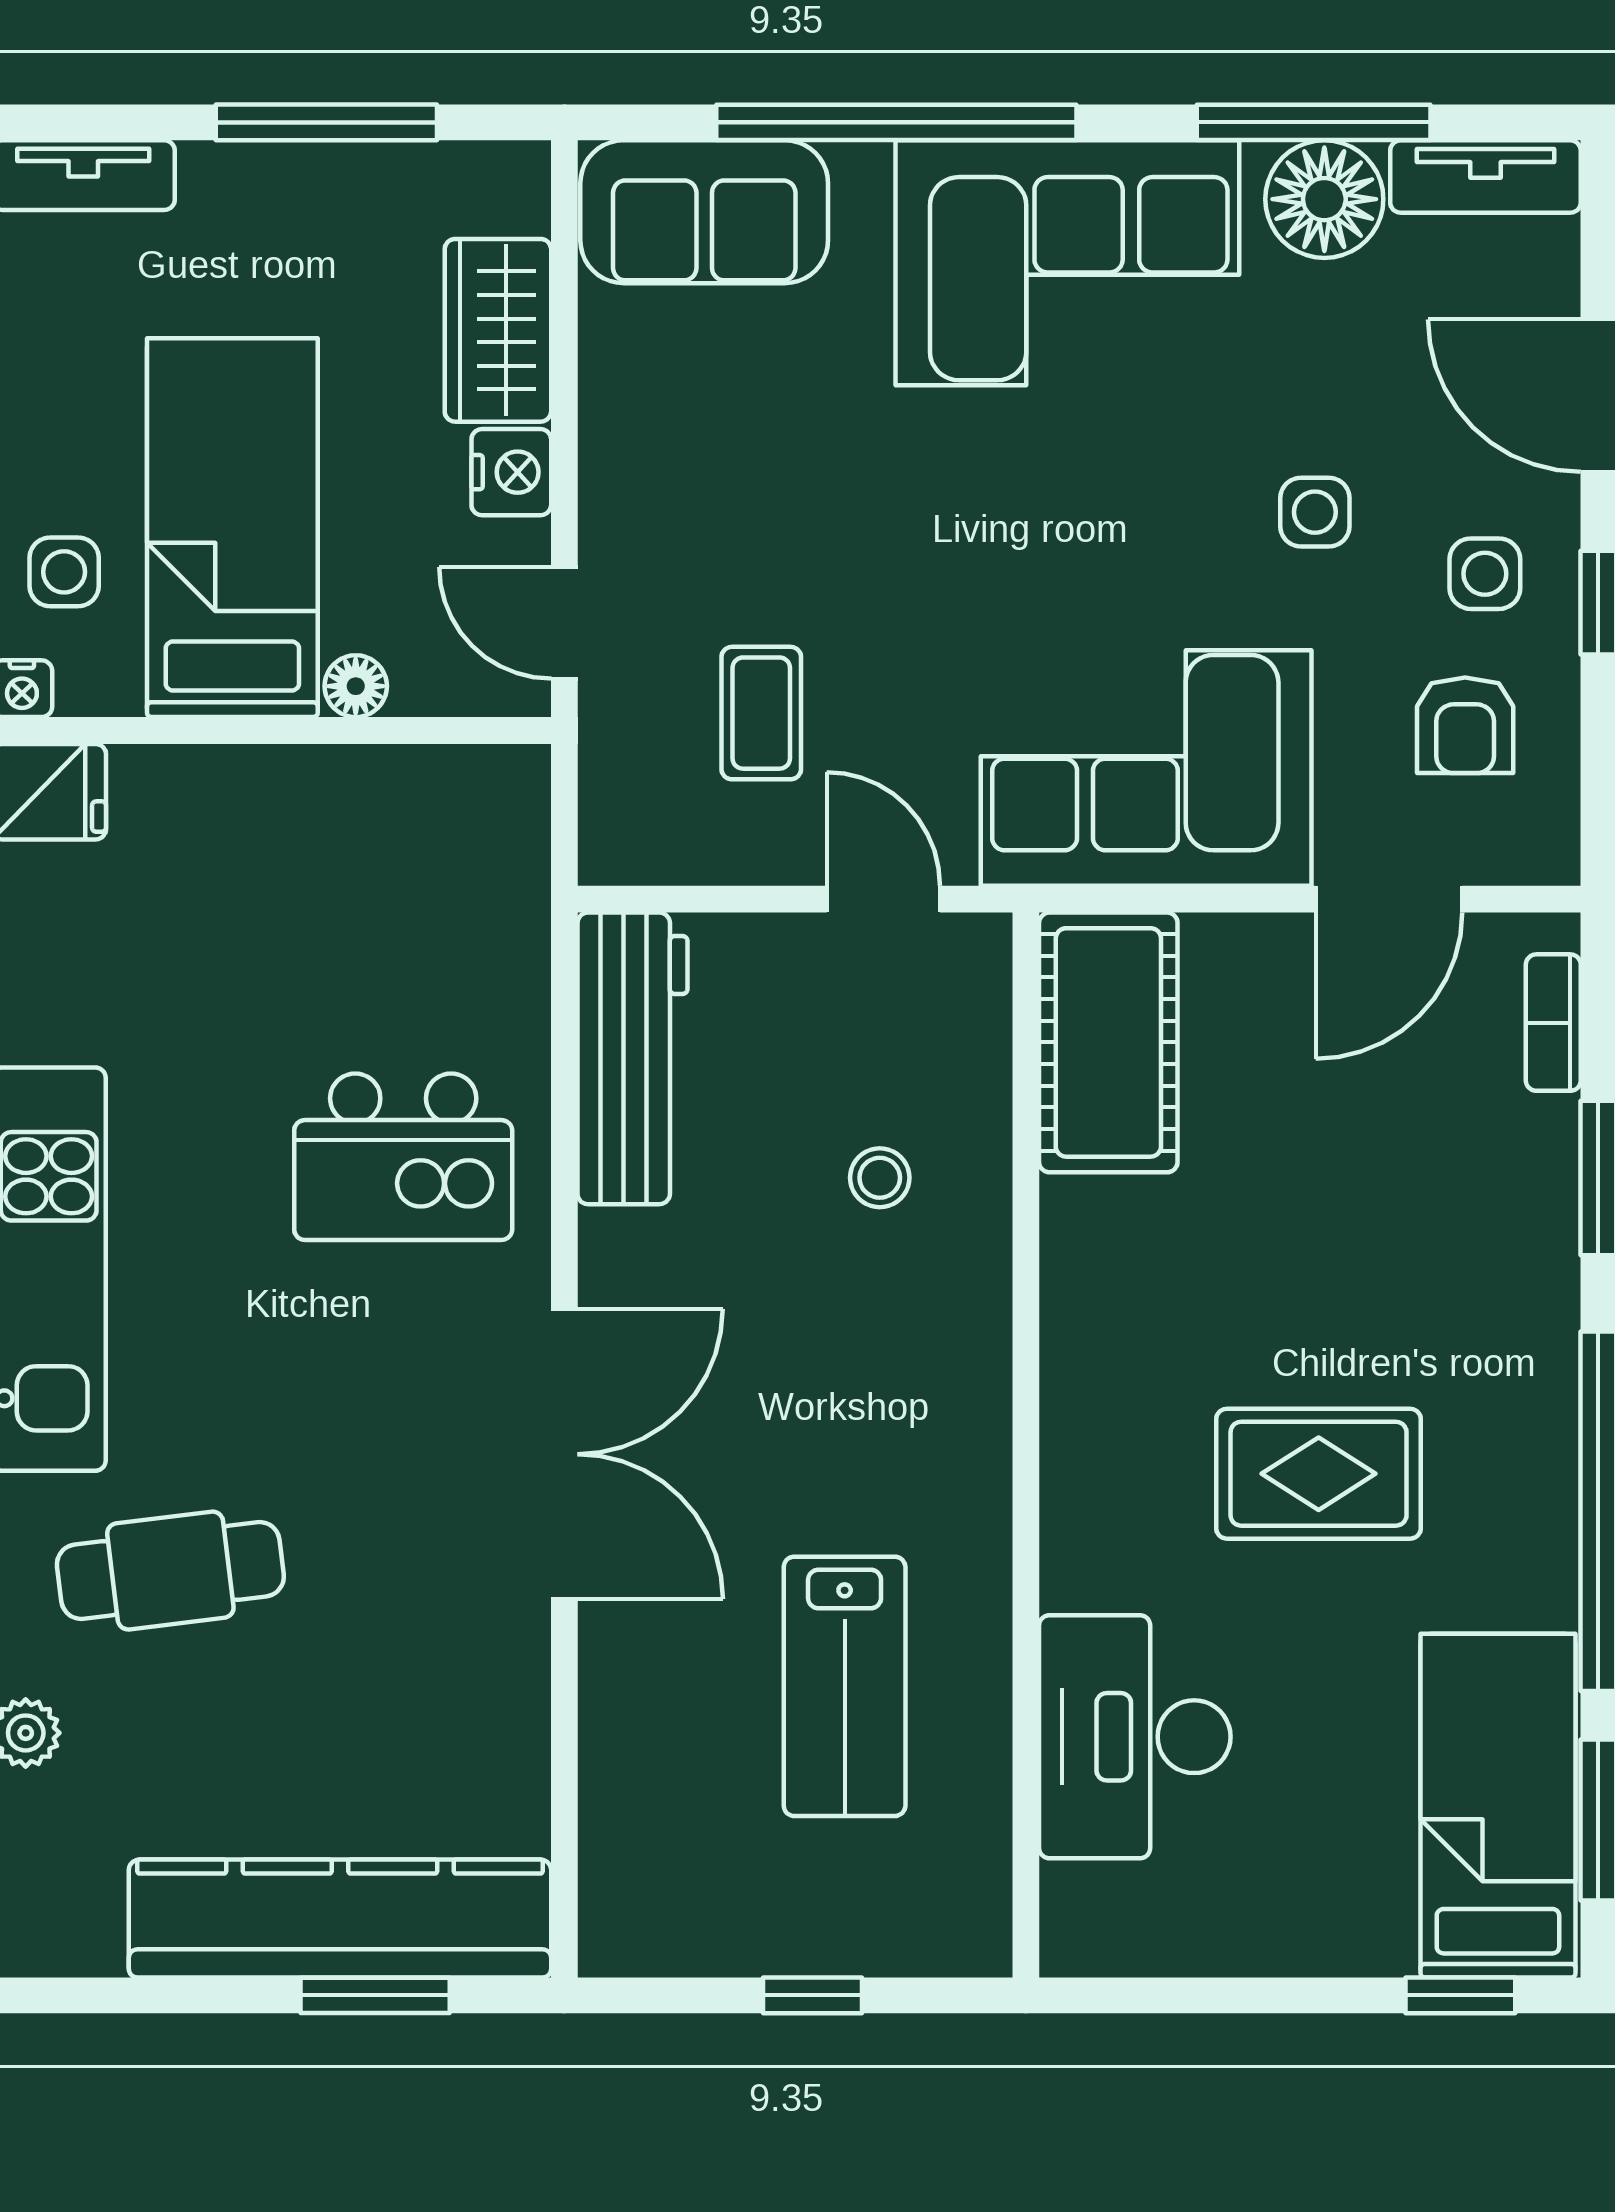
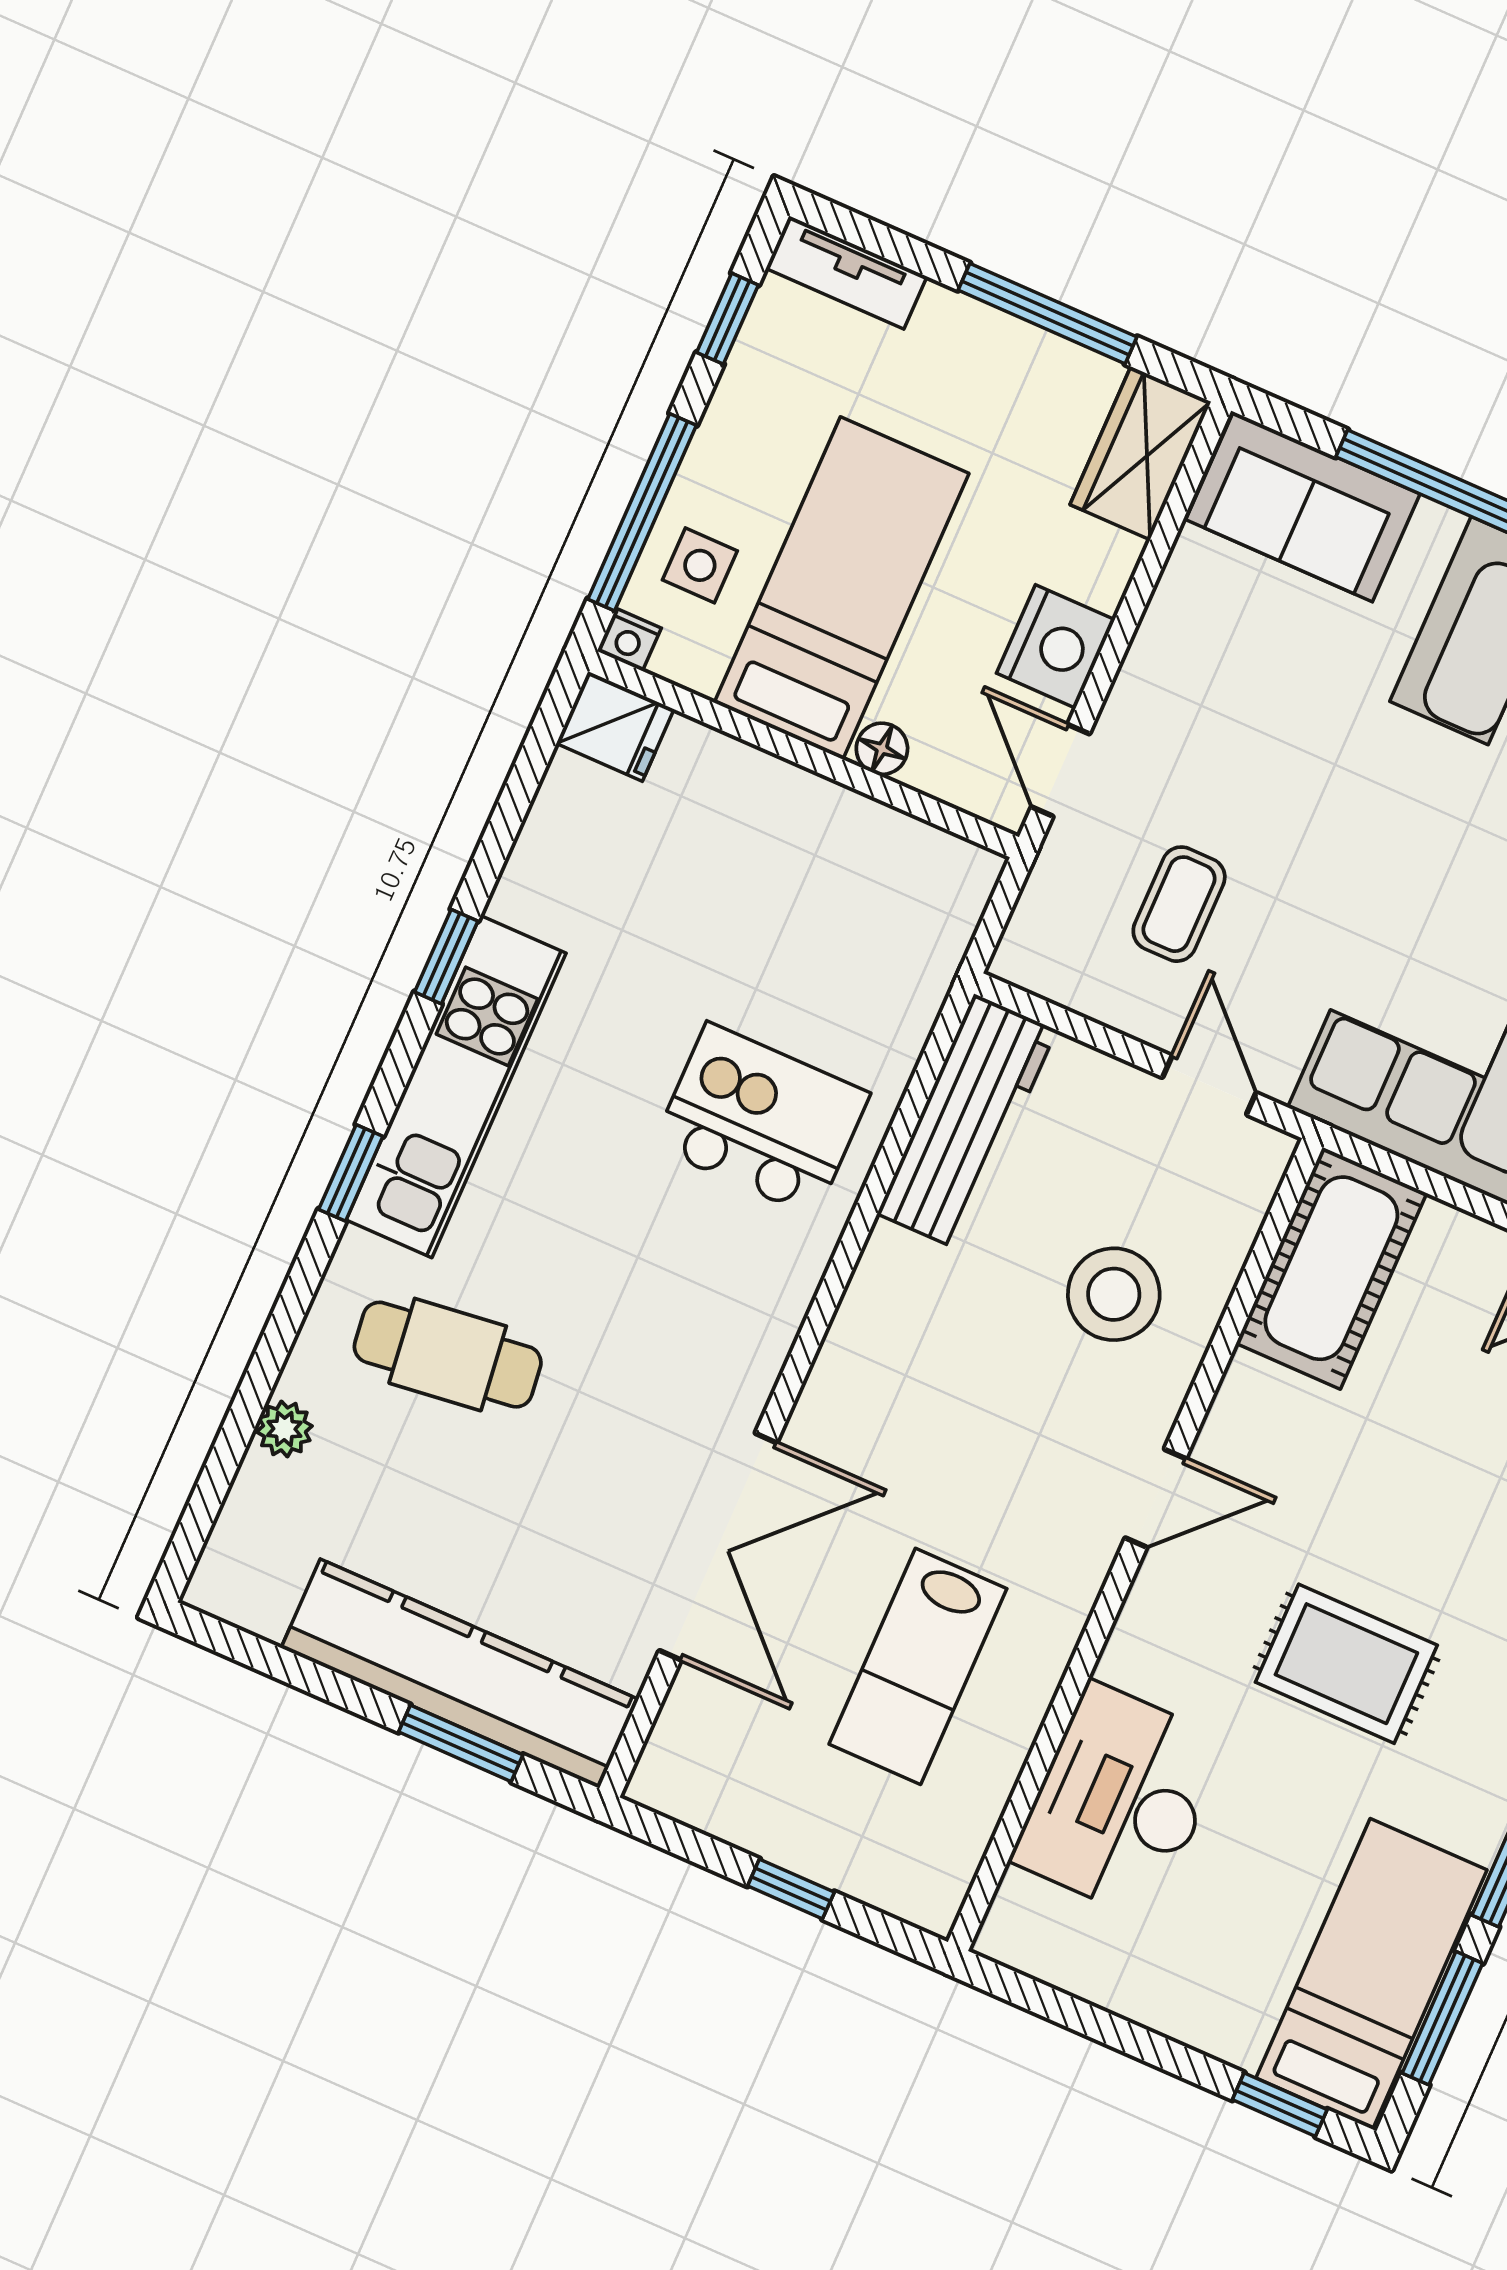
wardrobe: (498, 330) -> (1141, 453), moved
nightstand: (511, 472) -> (1056, 646), width x1.36, depth x1.33
kitchen island: (403, 1157) -> (761, 1120), turned 180
stool: (880, 1178) -> (1114, 1294), width x1.89, depth x1.89
door: (1026, 1384) -> (1156, 1498), added
double door: (564, 1454) -> (718, 1547), moved

